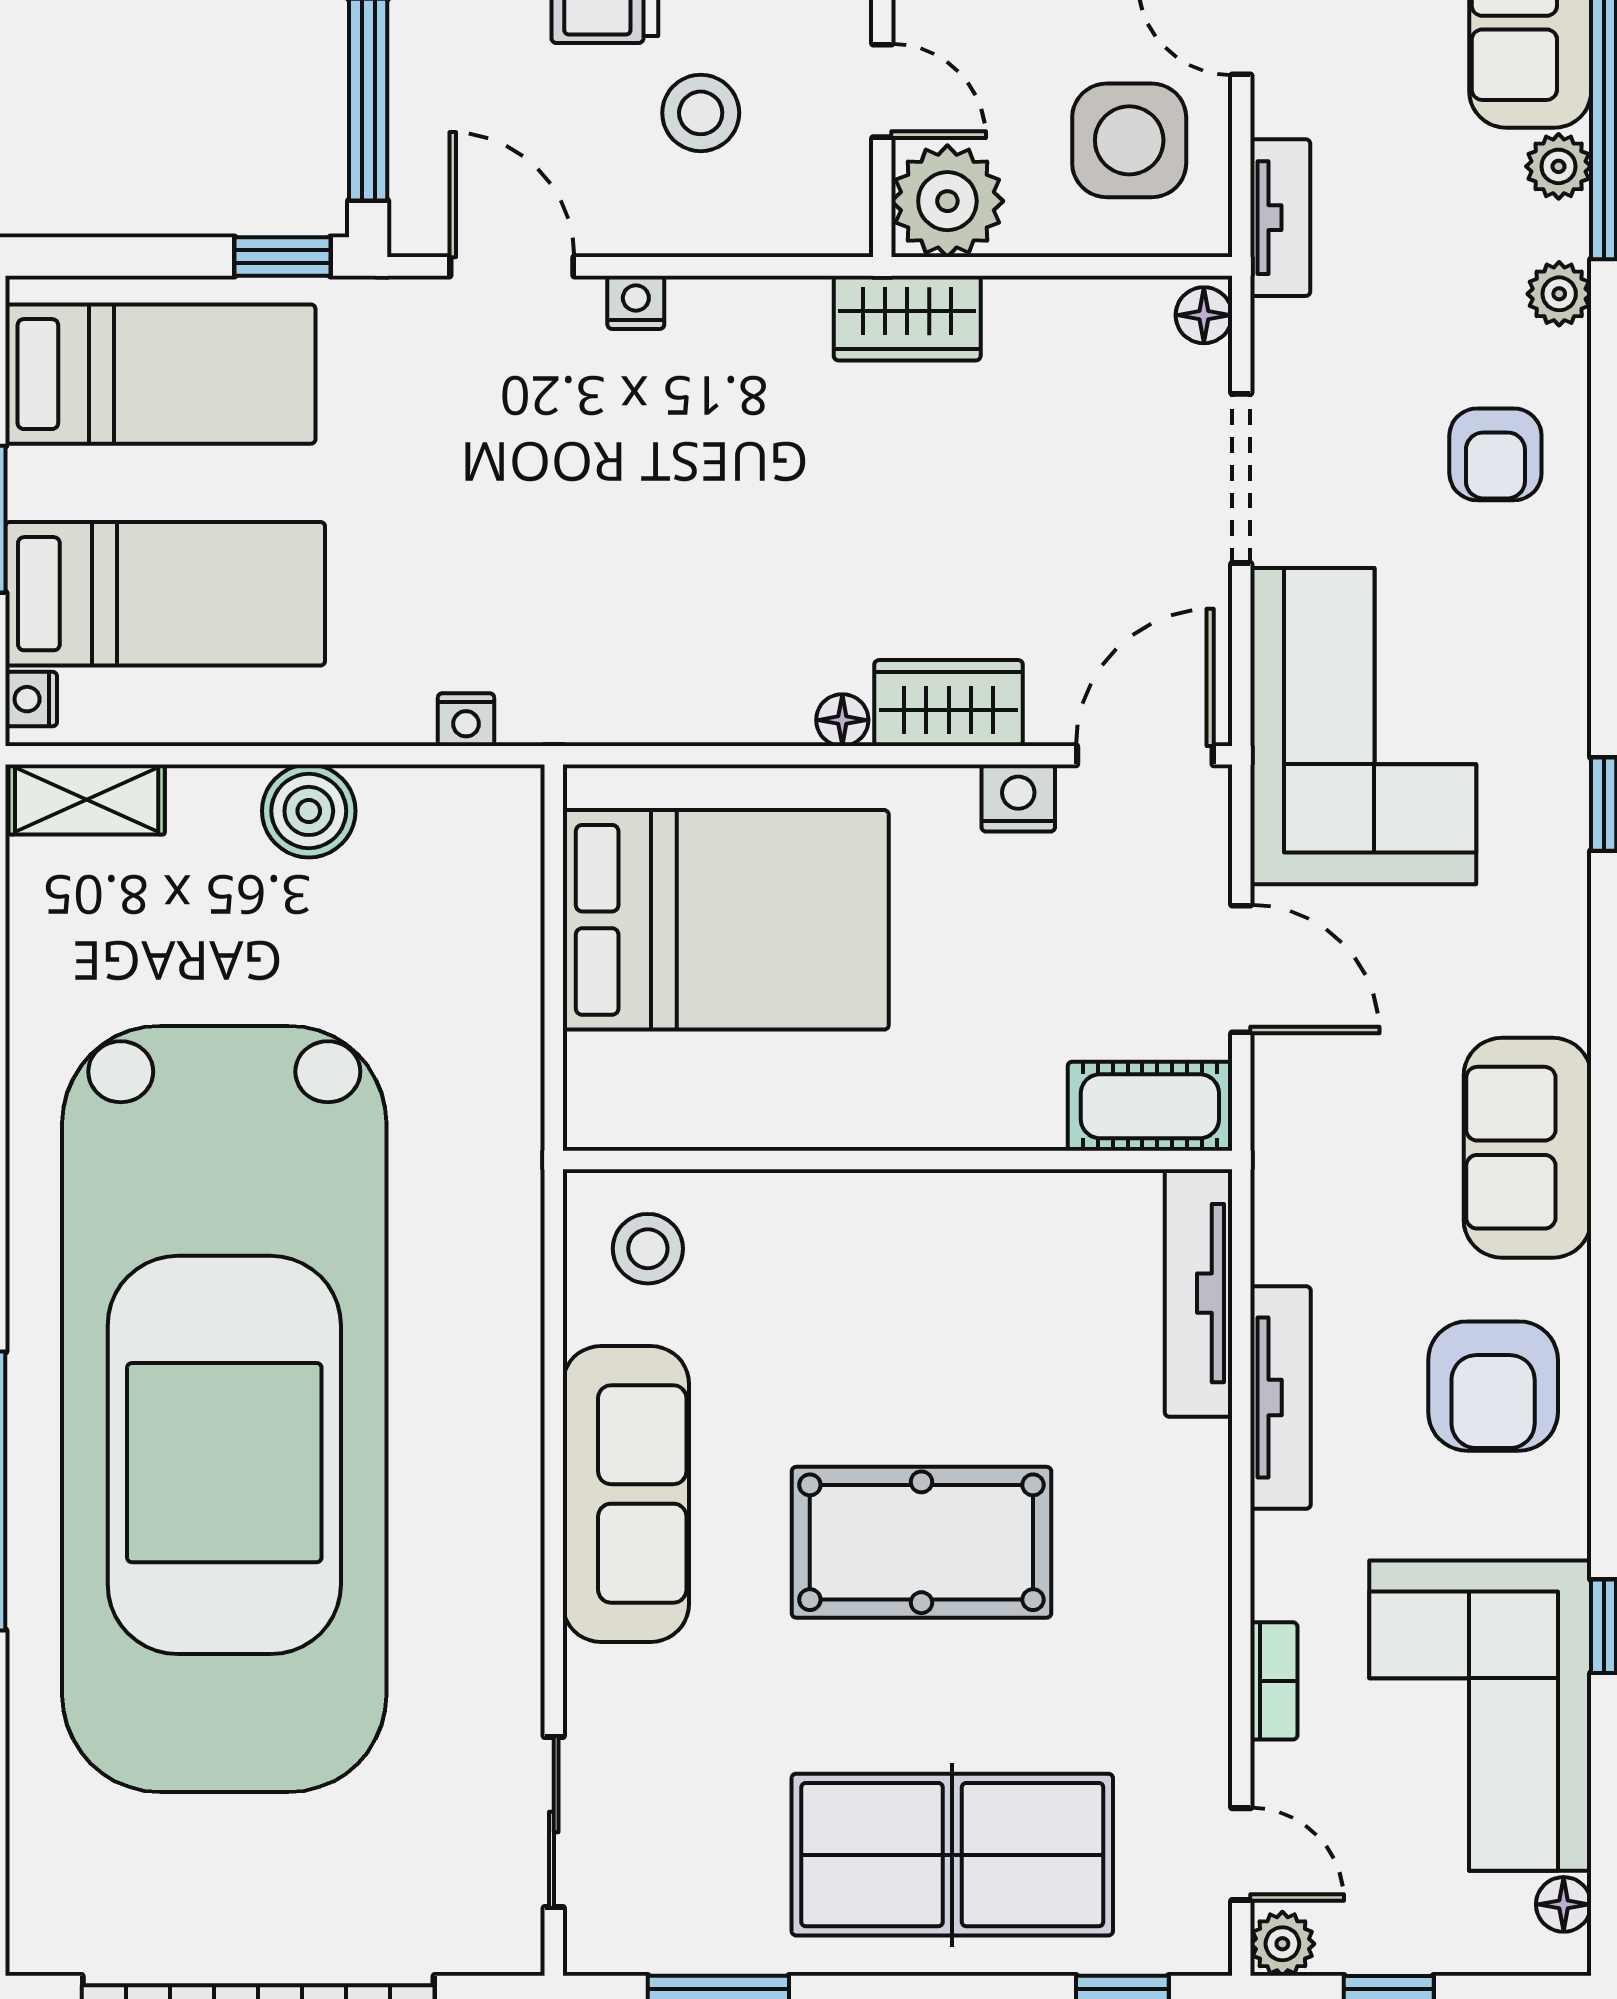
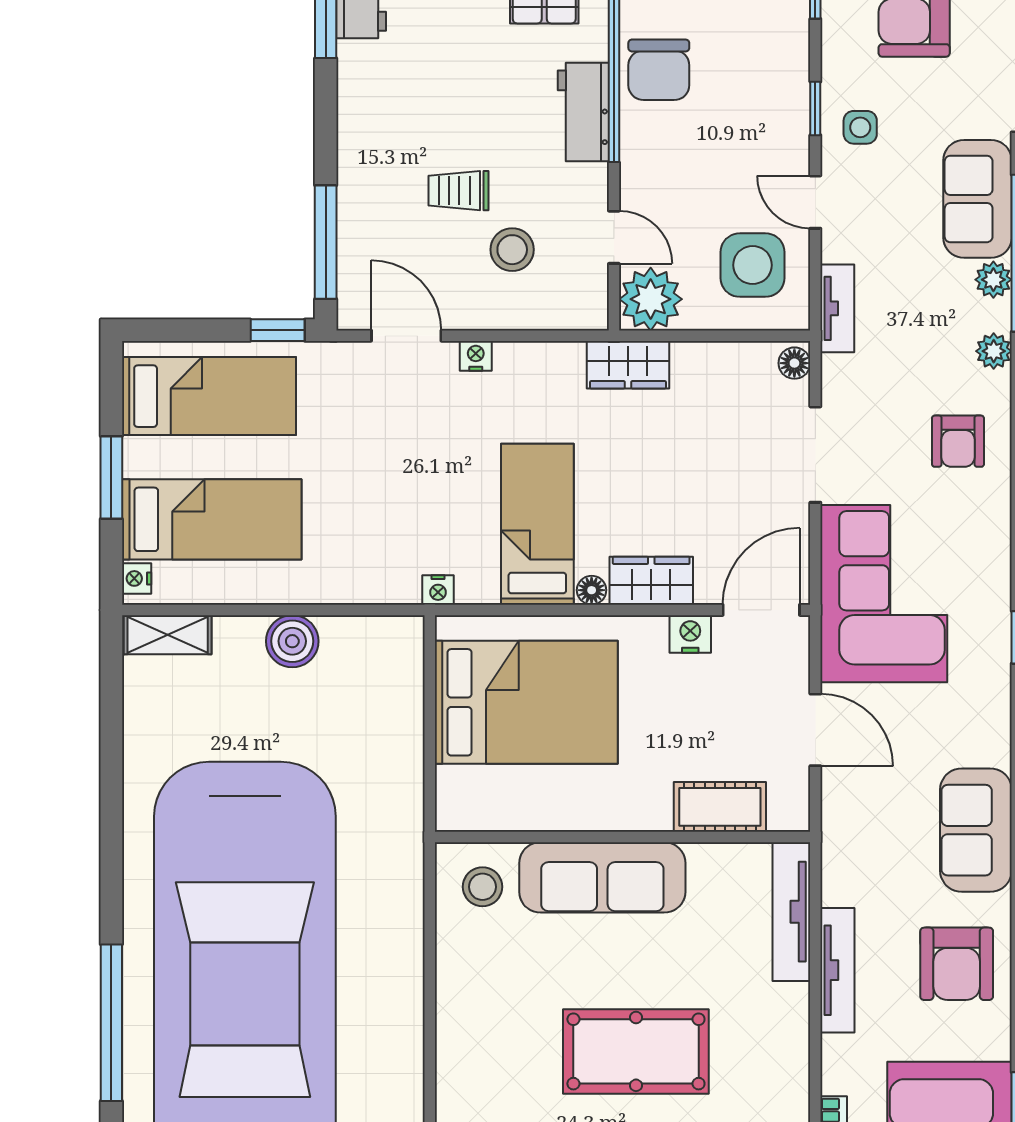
bed: (746, 602) -> (537, 524), added
nightstand: (466, 720) -> (438, 590), moved
cot: (1150, 1106) -> (720, 807), moved
sofa: (626, 1494) -> (602, 877), moved, turned 90

